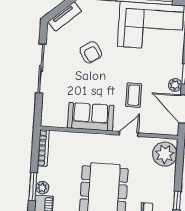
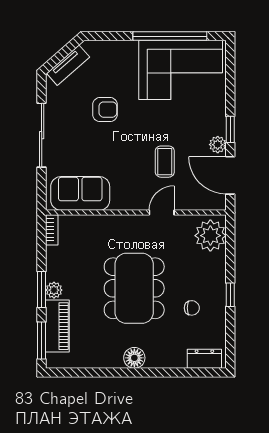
armchair: (91, 52) -> (105, 110), turned -58
sofa: (91, 117) -> (80, 193), moved
bookcase: (43, 148) -> (52, 230), width x0.64

